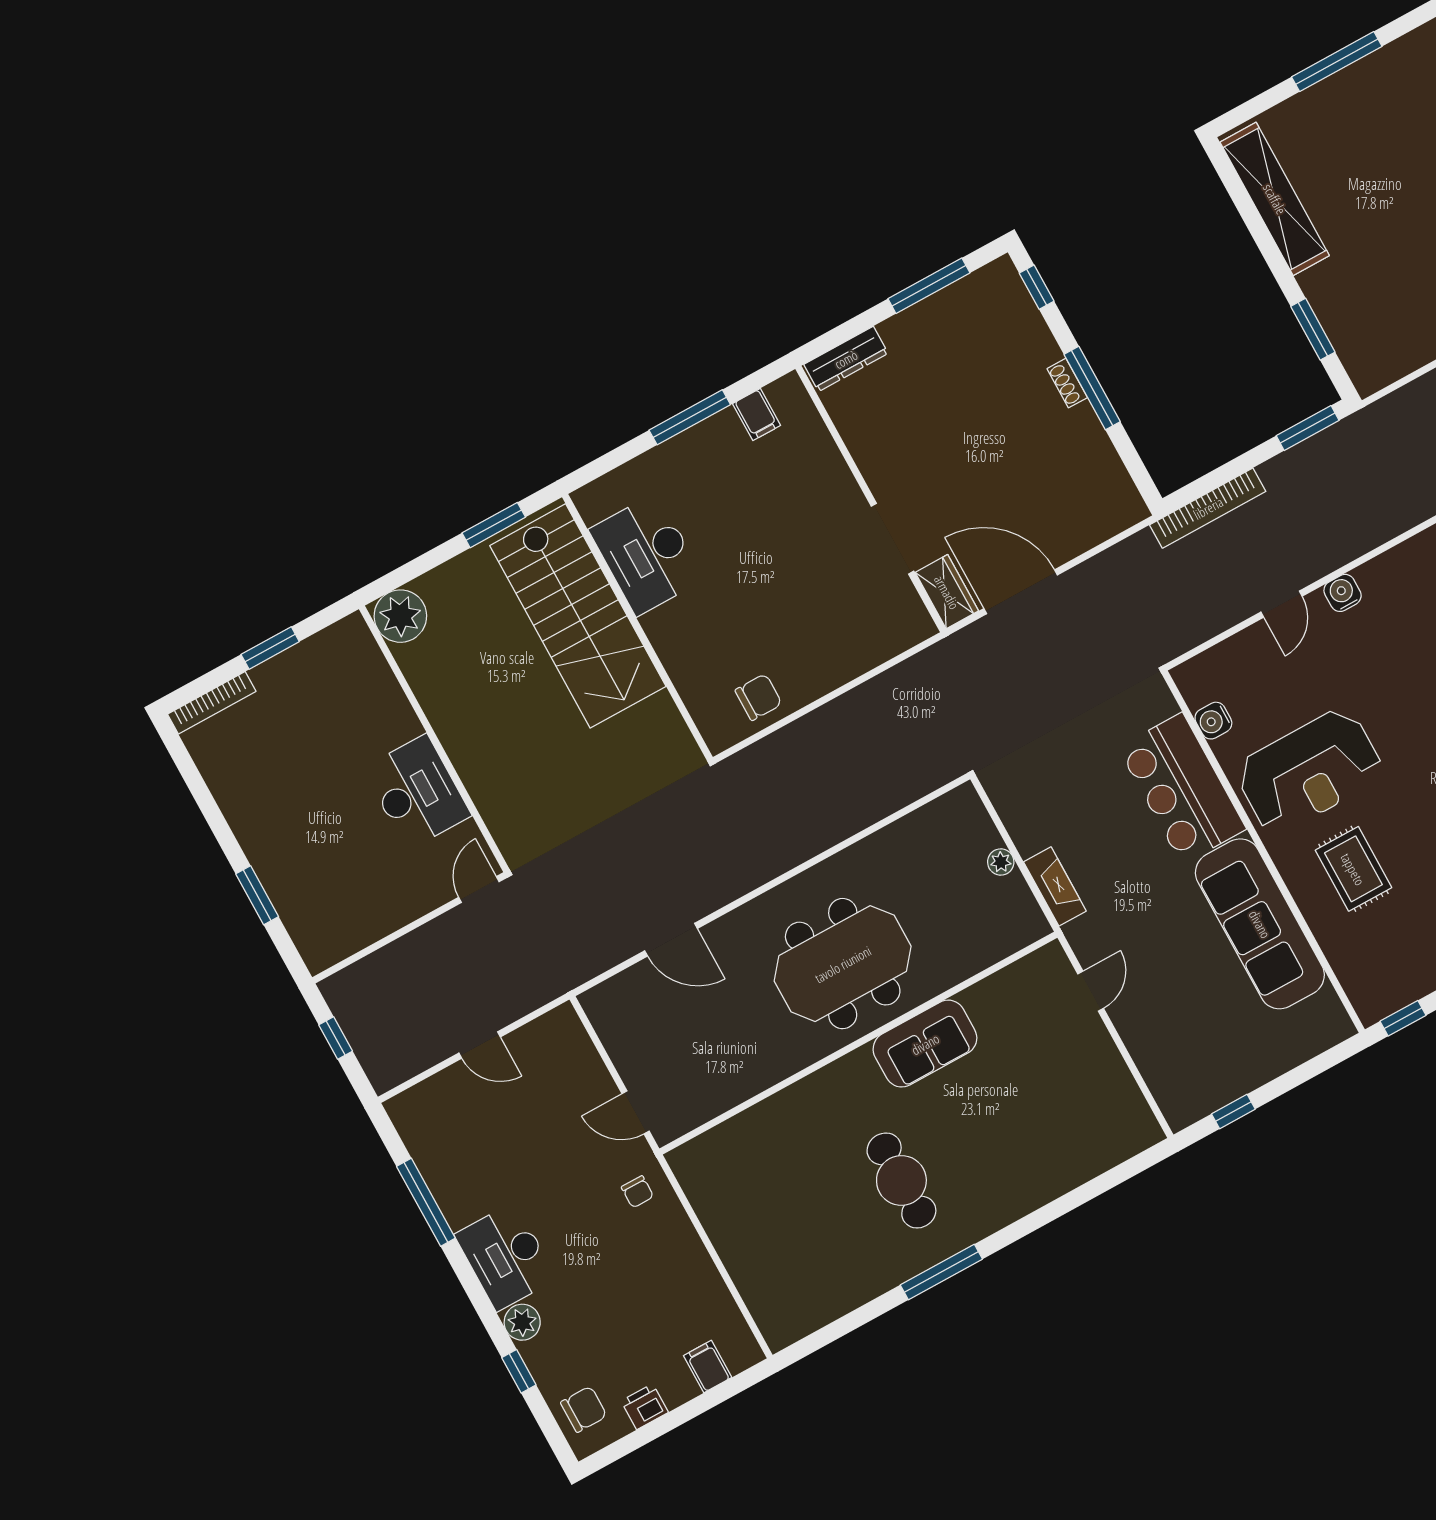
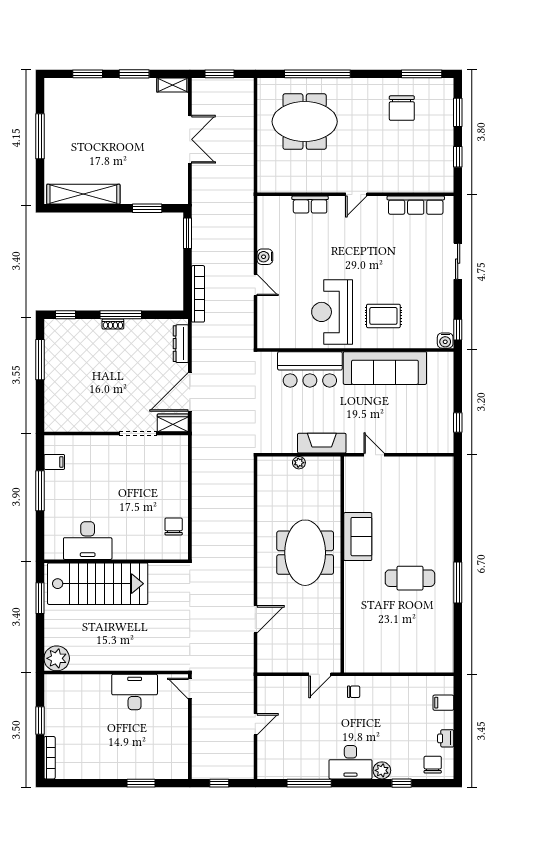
dresser: (846, 359) -> (181, 344), moved, turned 180
water cooler: (1213, 721) -> (445, 341), moved
reception desk: (1309, 771) -> (332, 312), turned 180
fireplace: (1055, 886) -> (322, 443), width x1.37, depth x1.32

